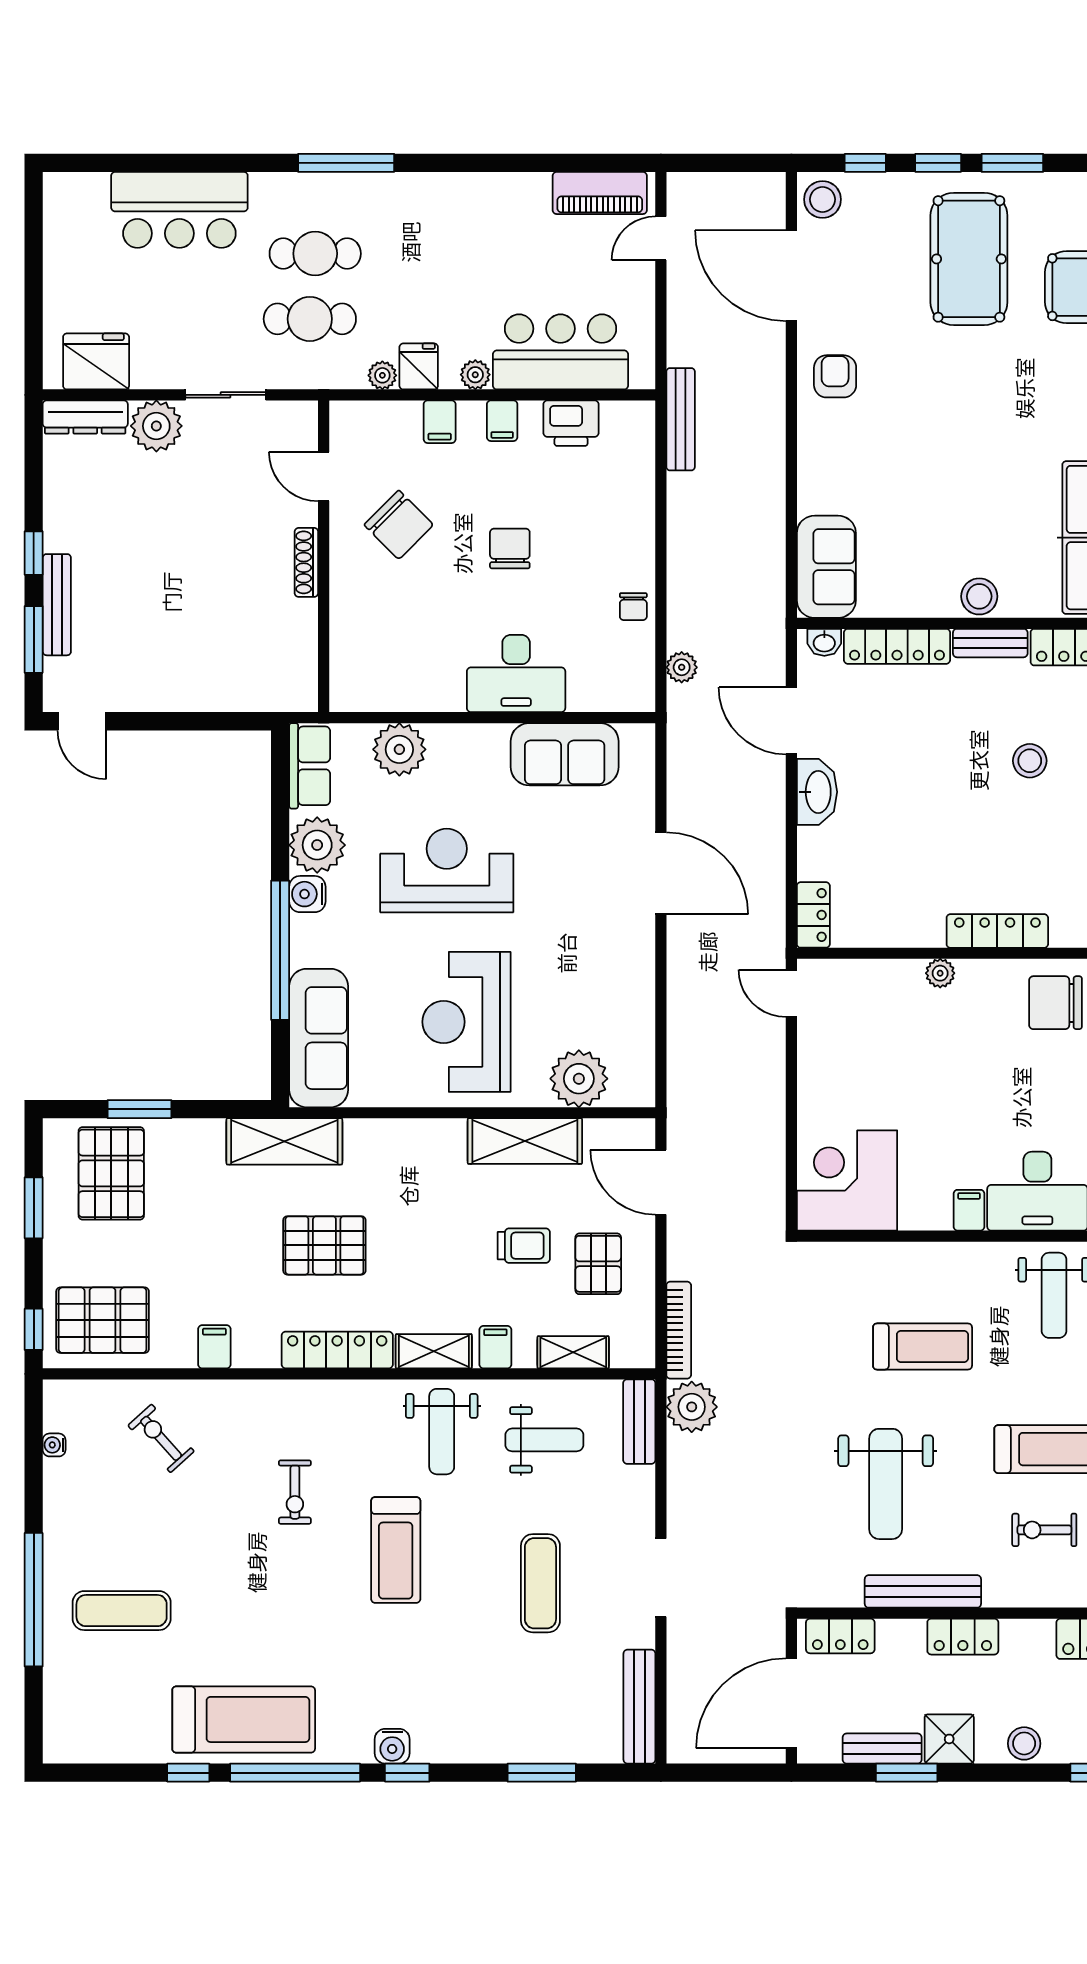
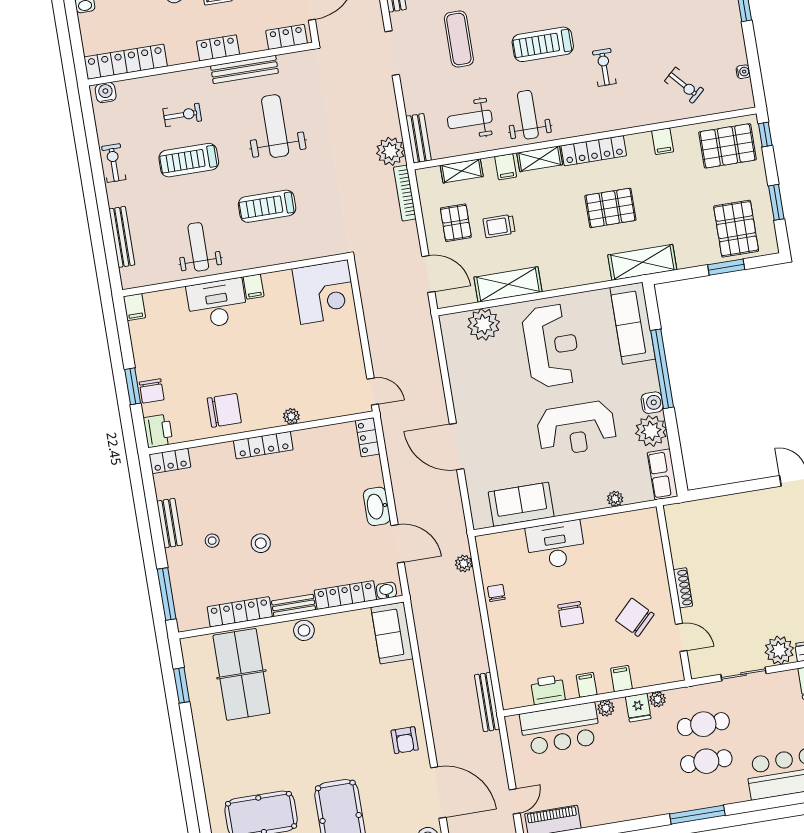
plant: (399, 749) -> (615, 499), width x0.53, depth x0.53
treadmill: (396, 1550) -> (543, 44), turned -90

